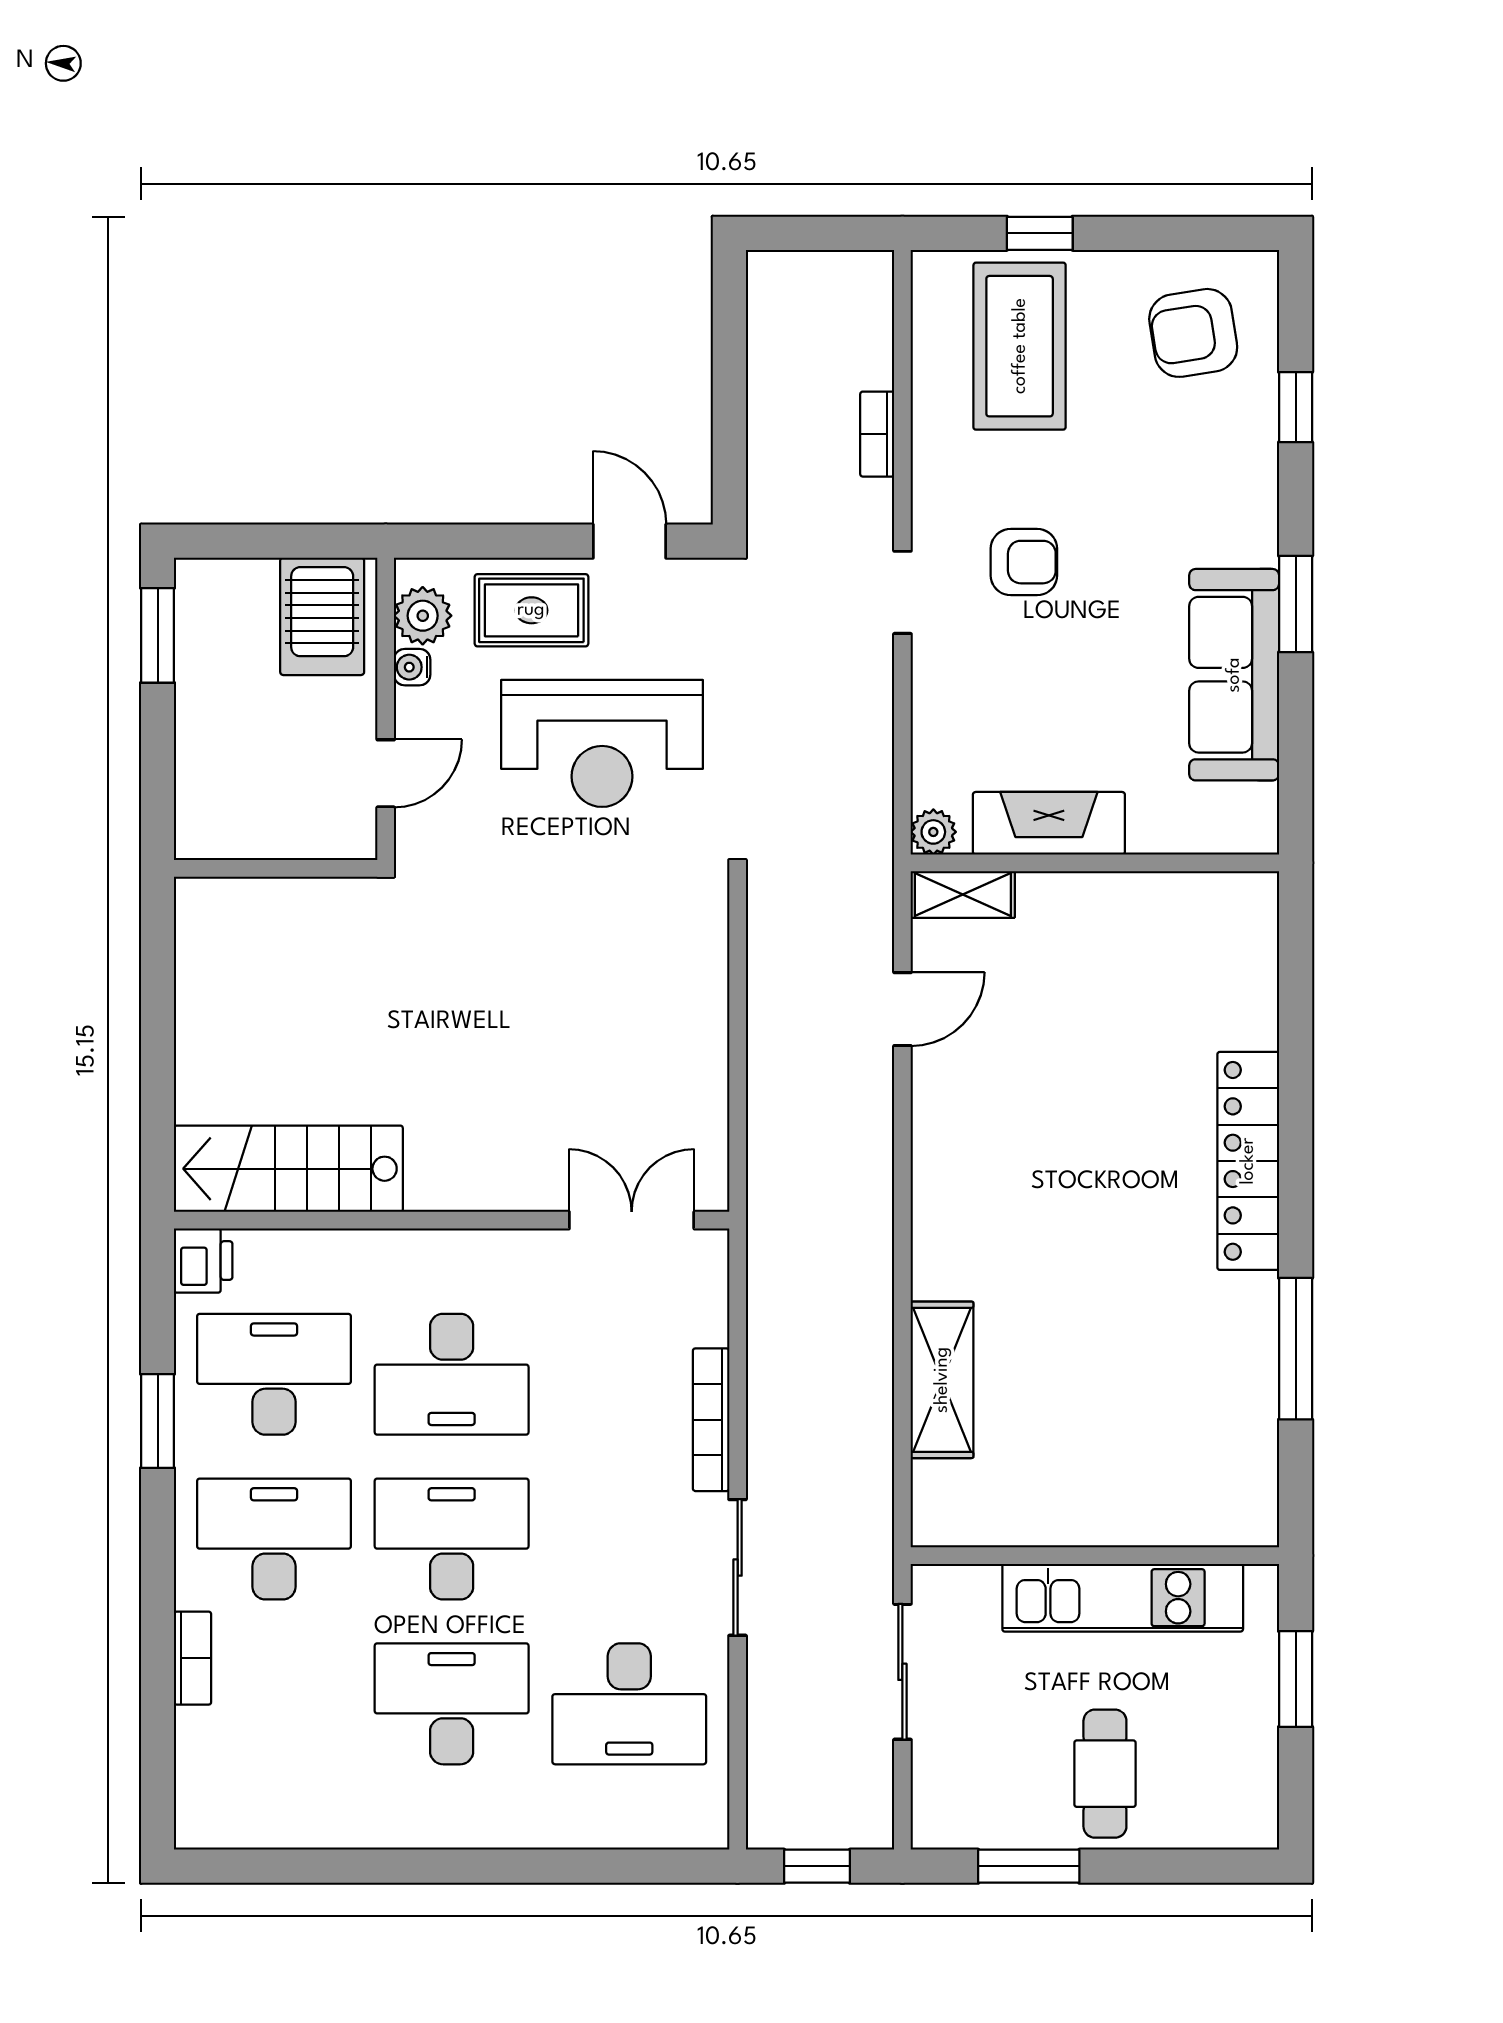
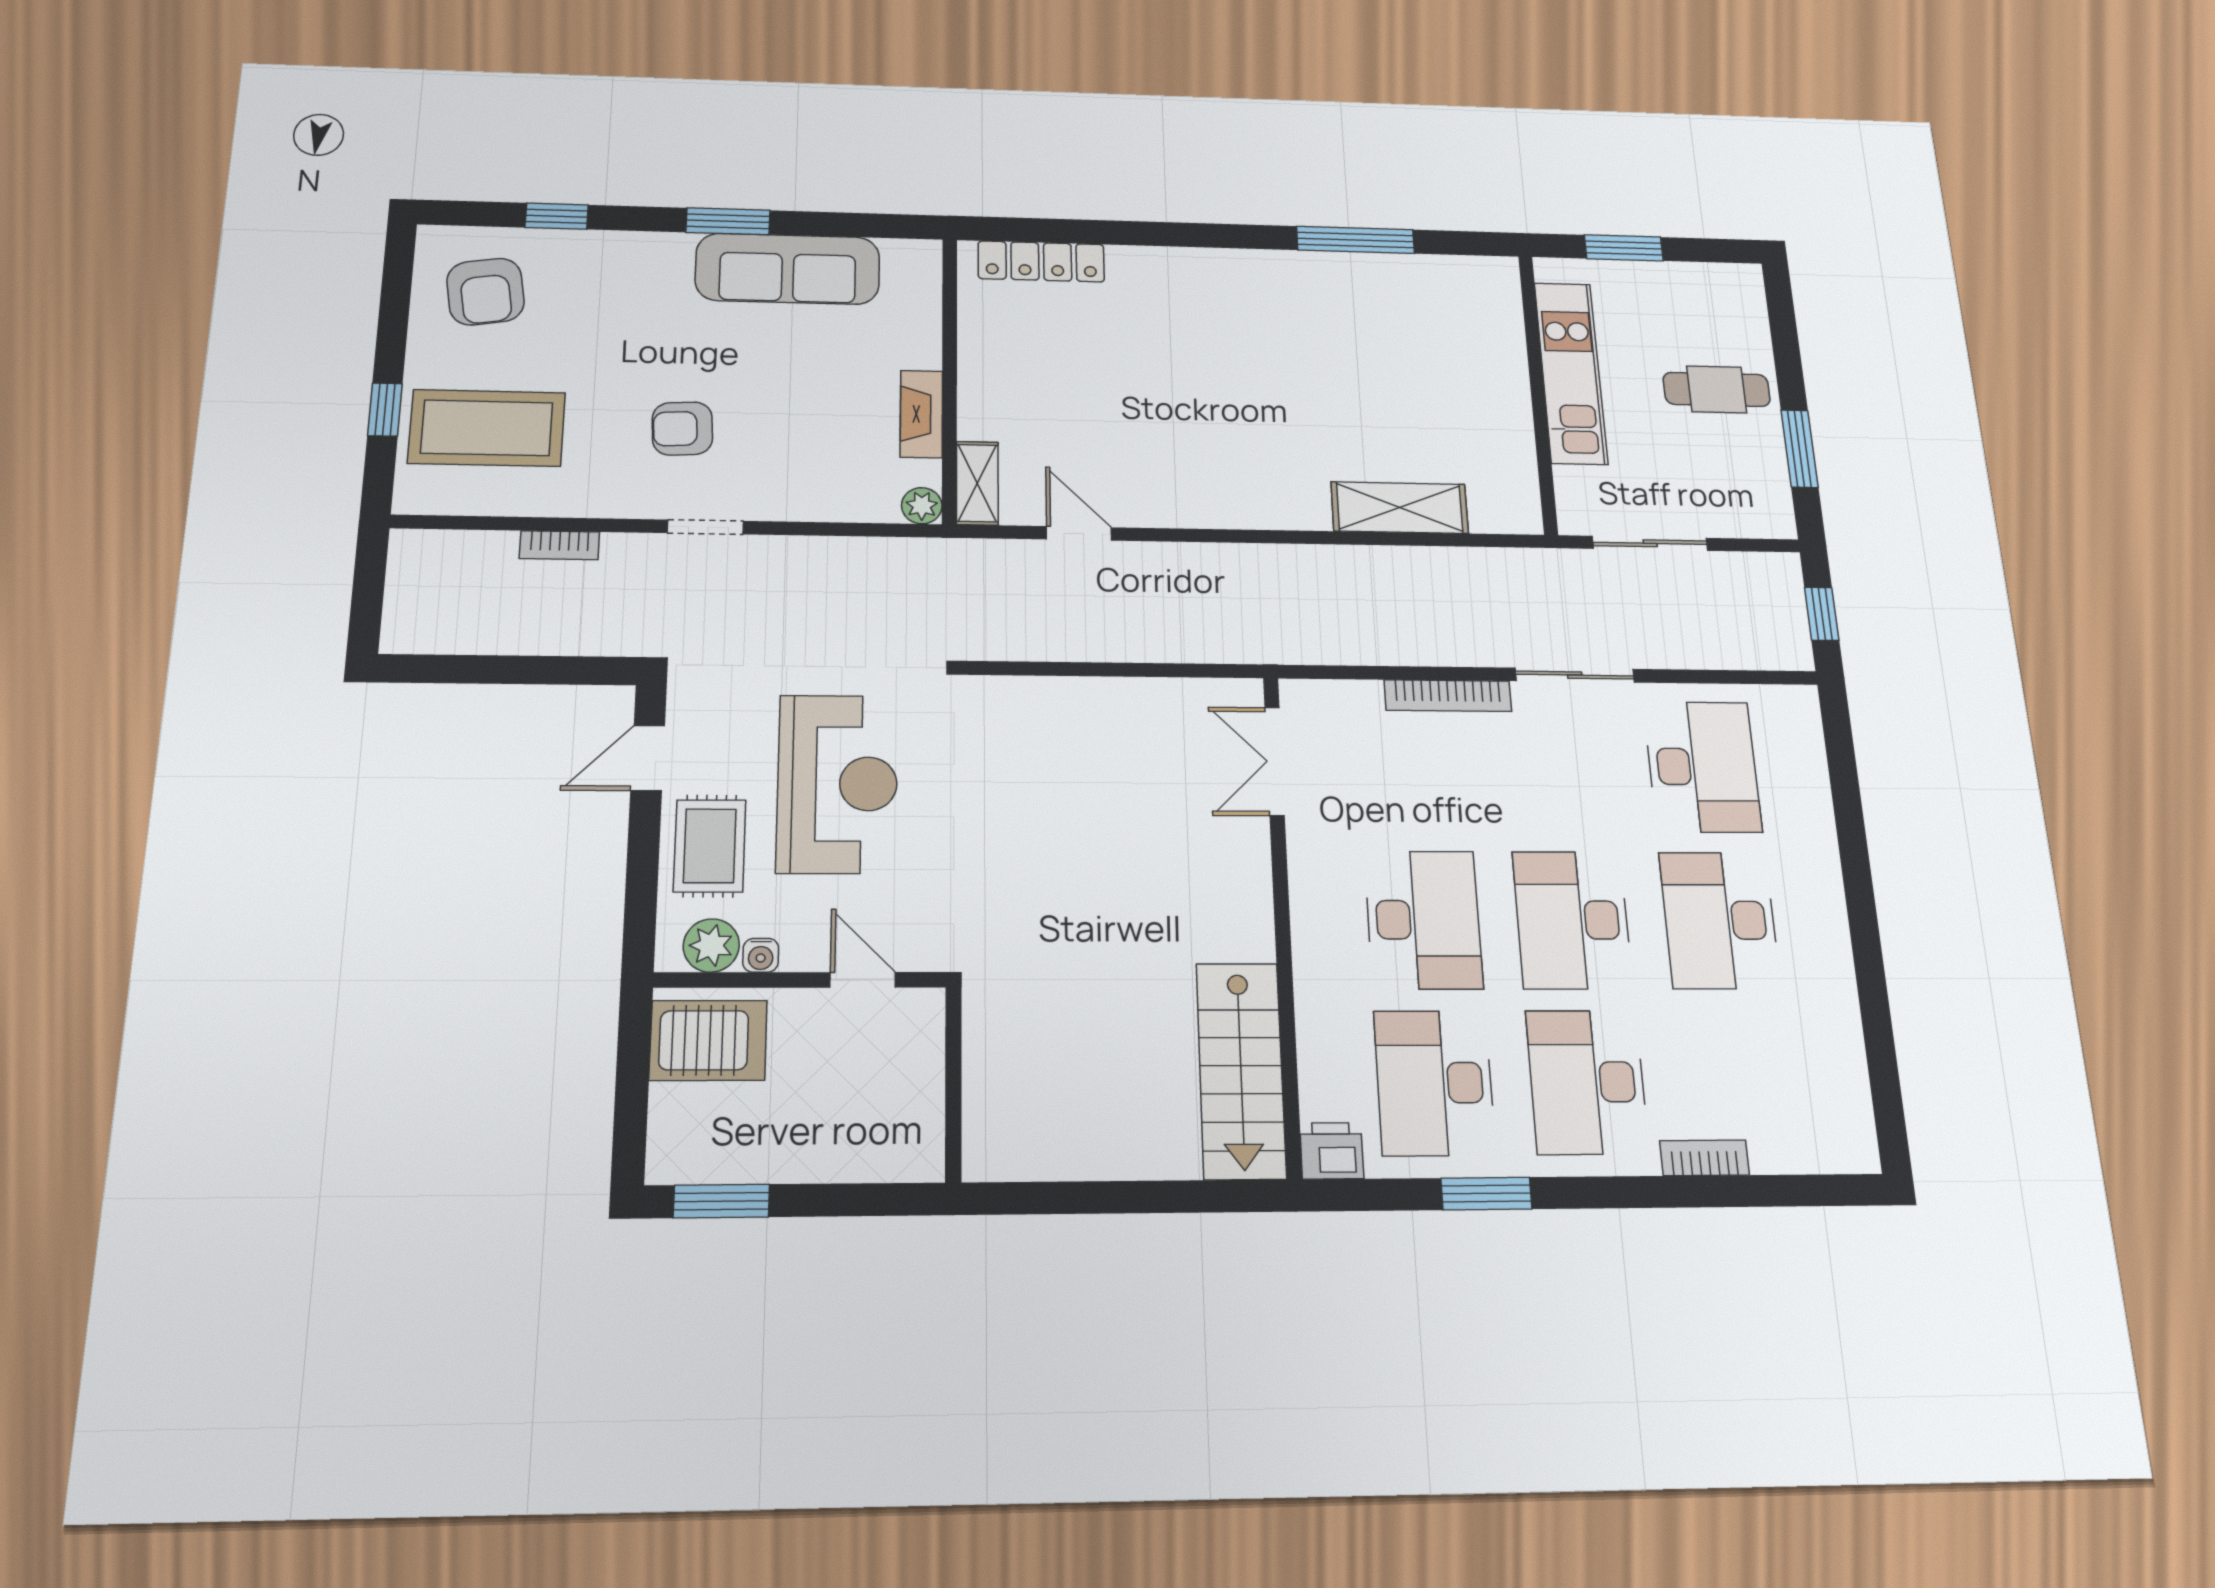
armchair: (1024, 562) -> (682, 429), turned -93
fireplace: (1049, 823) -> (921, 414), width x0.73, depth x0.76
locker: (1248, 1161) -> (1041, 261), moved, width x0.71, depth x0.83

